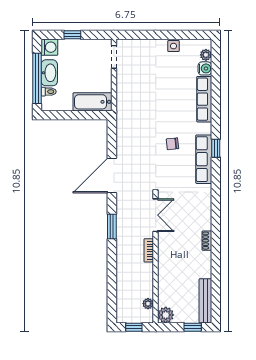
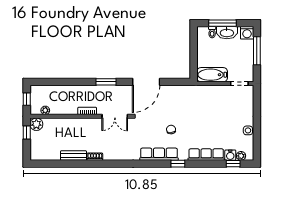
window: (72, 35) -> (257, 51), width x2.17
window: (216, 65) -> (233, 164), added
window: (37, 78) -> (222, 23), width x0.68
bathtub: (92, 102) -> (212, 75), moved, turned -90
window: (216, 148) -> (178, 164), moved
door: (112, 176) -> (146, 82), swing flipped
bench: (205, 301) -> (73, 155), moved, width x0.73
window: (193, 327) -> (27, 132), moved

